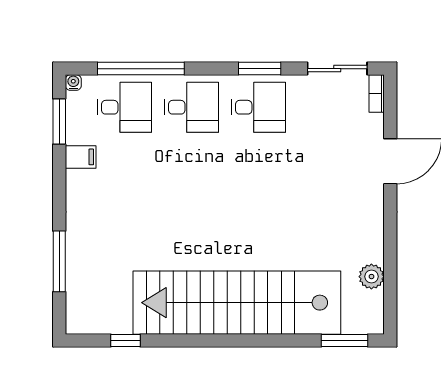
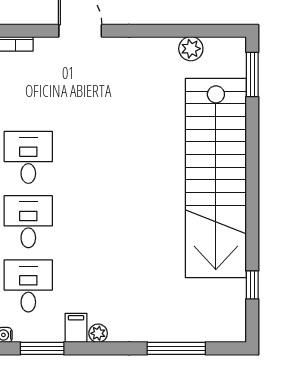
plant: (75, 180) -> (98, 333), added

